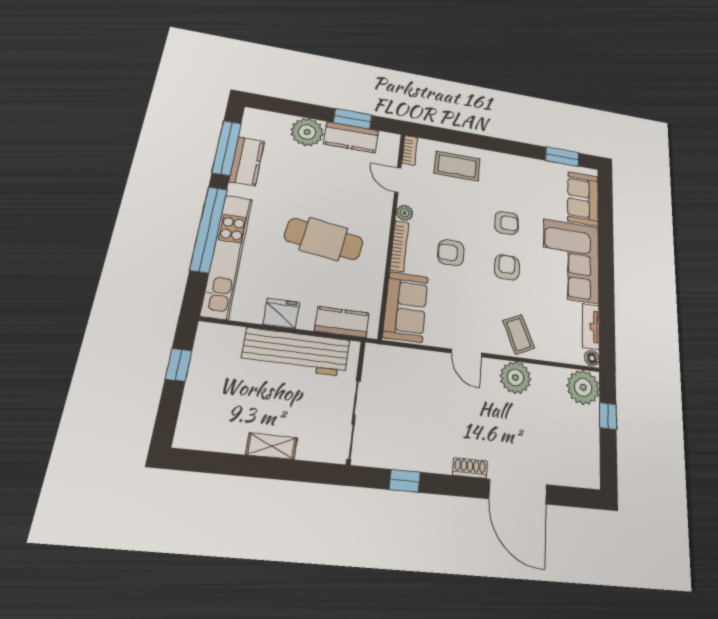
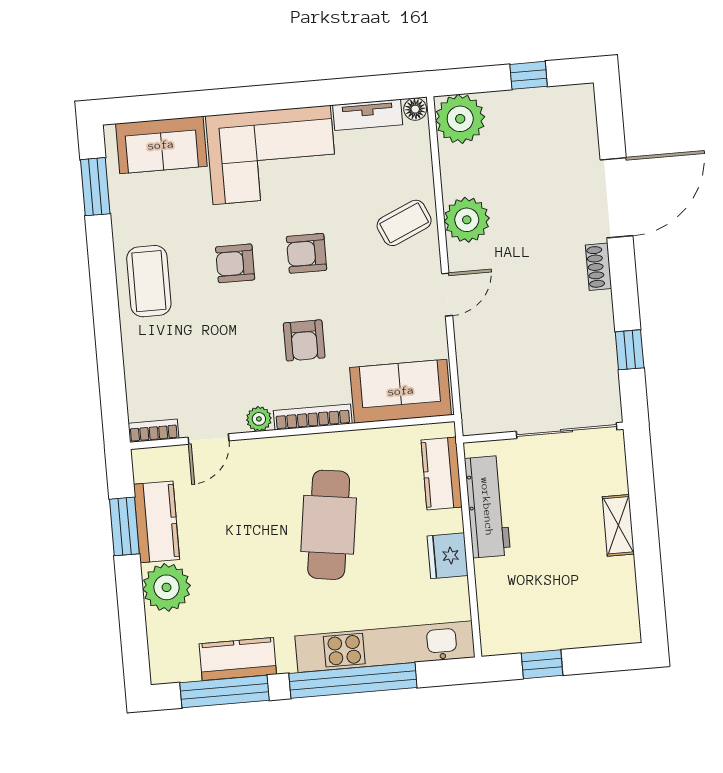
coffee table: (457, 166) -> (149, 281), moved
armchair: (506, 223) -> (235, 263), turned -90
workbench: (296, 352) -> (487, 507), width x0.73, depth x0.76
window: (608, 416) -> (529, 75), moved

